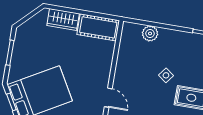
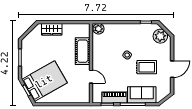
cot: (98, 27) -> (83, 51), moved, turned 90
plant: (150, 33) -> (98, 29), moved

